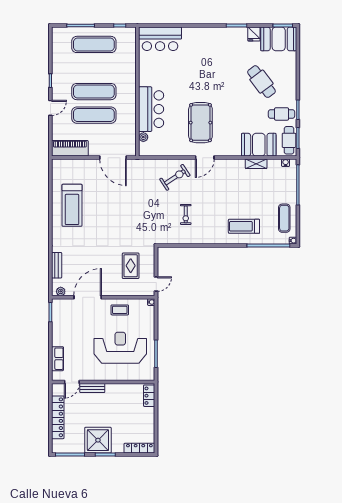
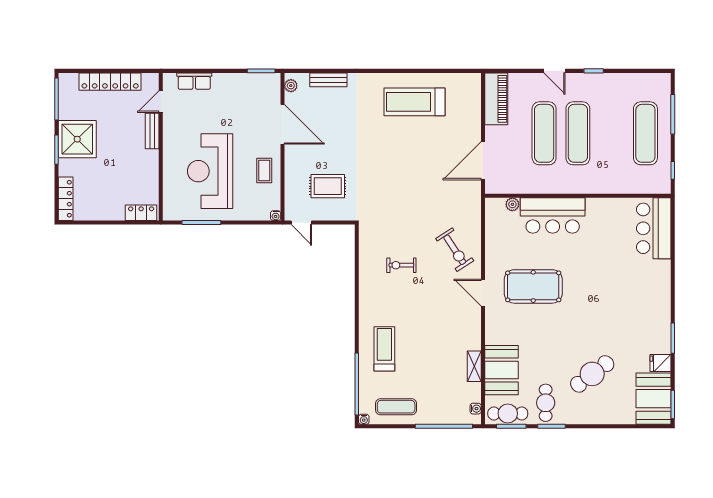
reception desk: (120, 348) -> (210, 171), turned 180
door: (72, 382) -> (161, 102), hinge flipped

